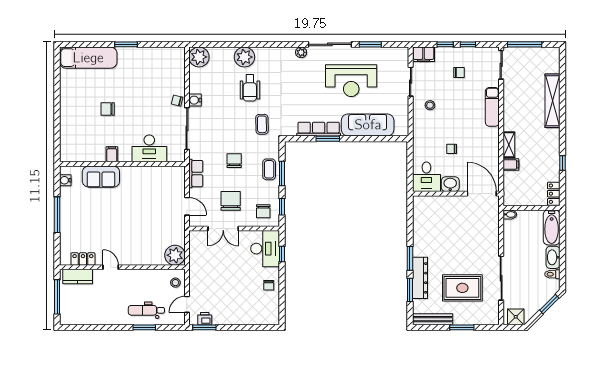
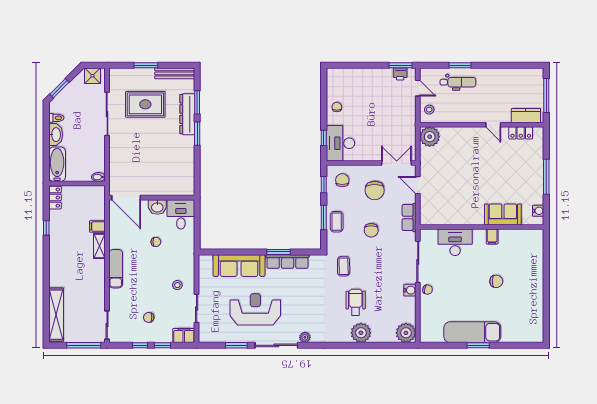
exam couch: (88, 58) -> (472, 332), moved
shelving: (553, 101) -> (56, 315), moved
exam couch: (492, 107) -> (116, 269), moved
double door: (223, 229) -> (397, 163), moved
door: (187, 304) -> (418, 88), hinge flipped

